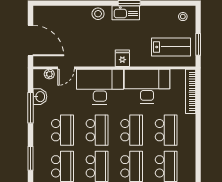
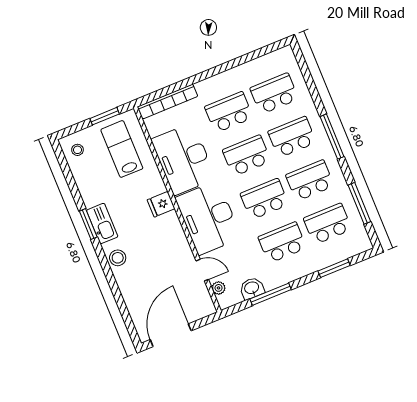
door: (30, 41) -> (171, 335), moved

